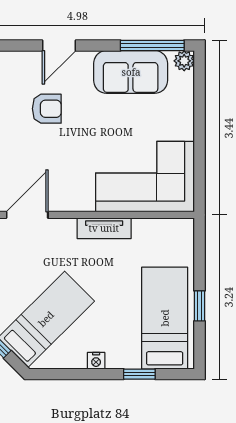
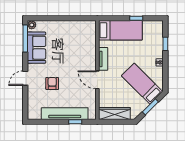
door: (59, 45) -> (25, 78), swing flipped
corner sofa: (145, 177) -> (81, 42), removed
door: (27, 215) -> (97, 80), moved
bed: (165, 318) -> (120, 30), moved, turned 180

